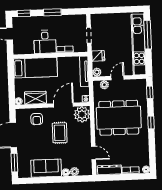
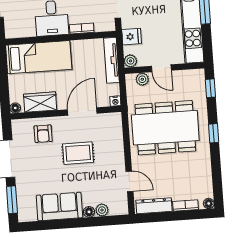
door: (117, 78) -> (161, 68), swing flipped
plant: (82, 114) -> (110, 125), removed
rug: (60, 133) -> (78, 153), turned 90

